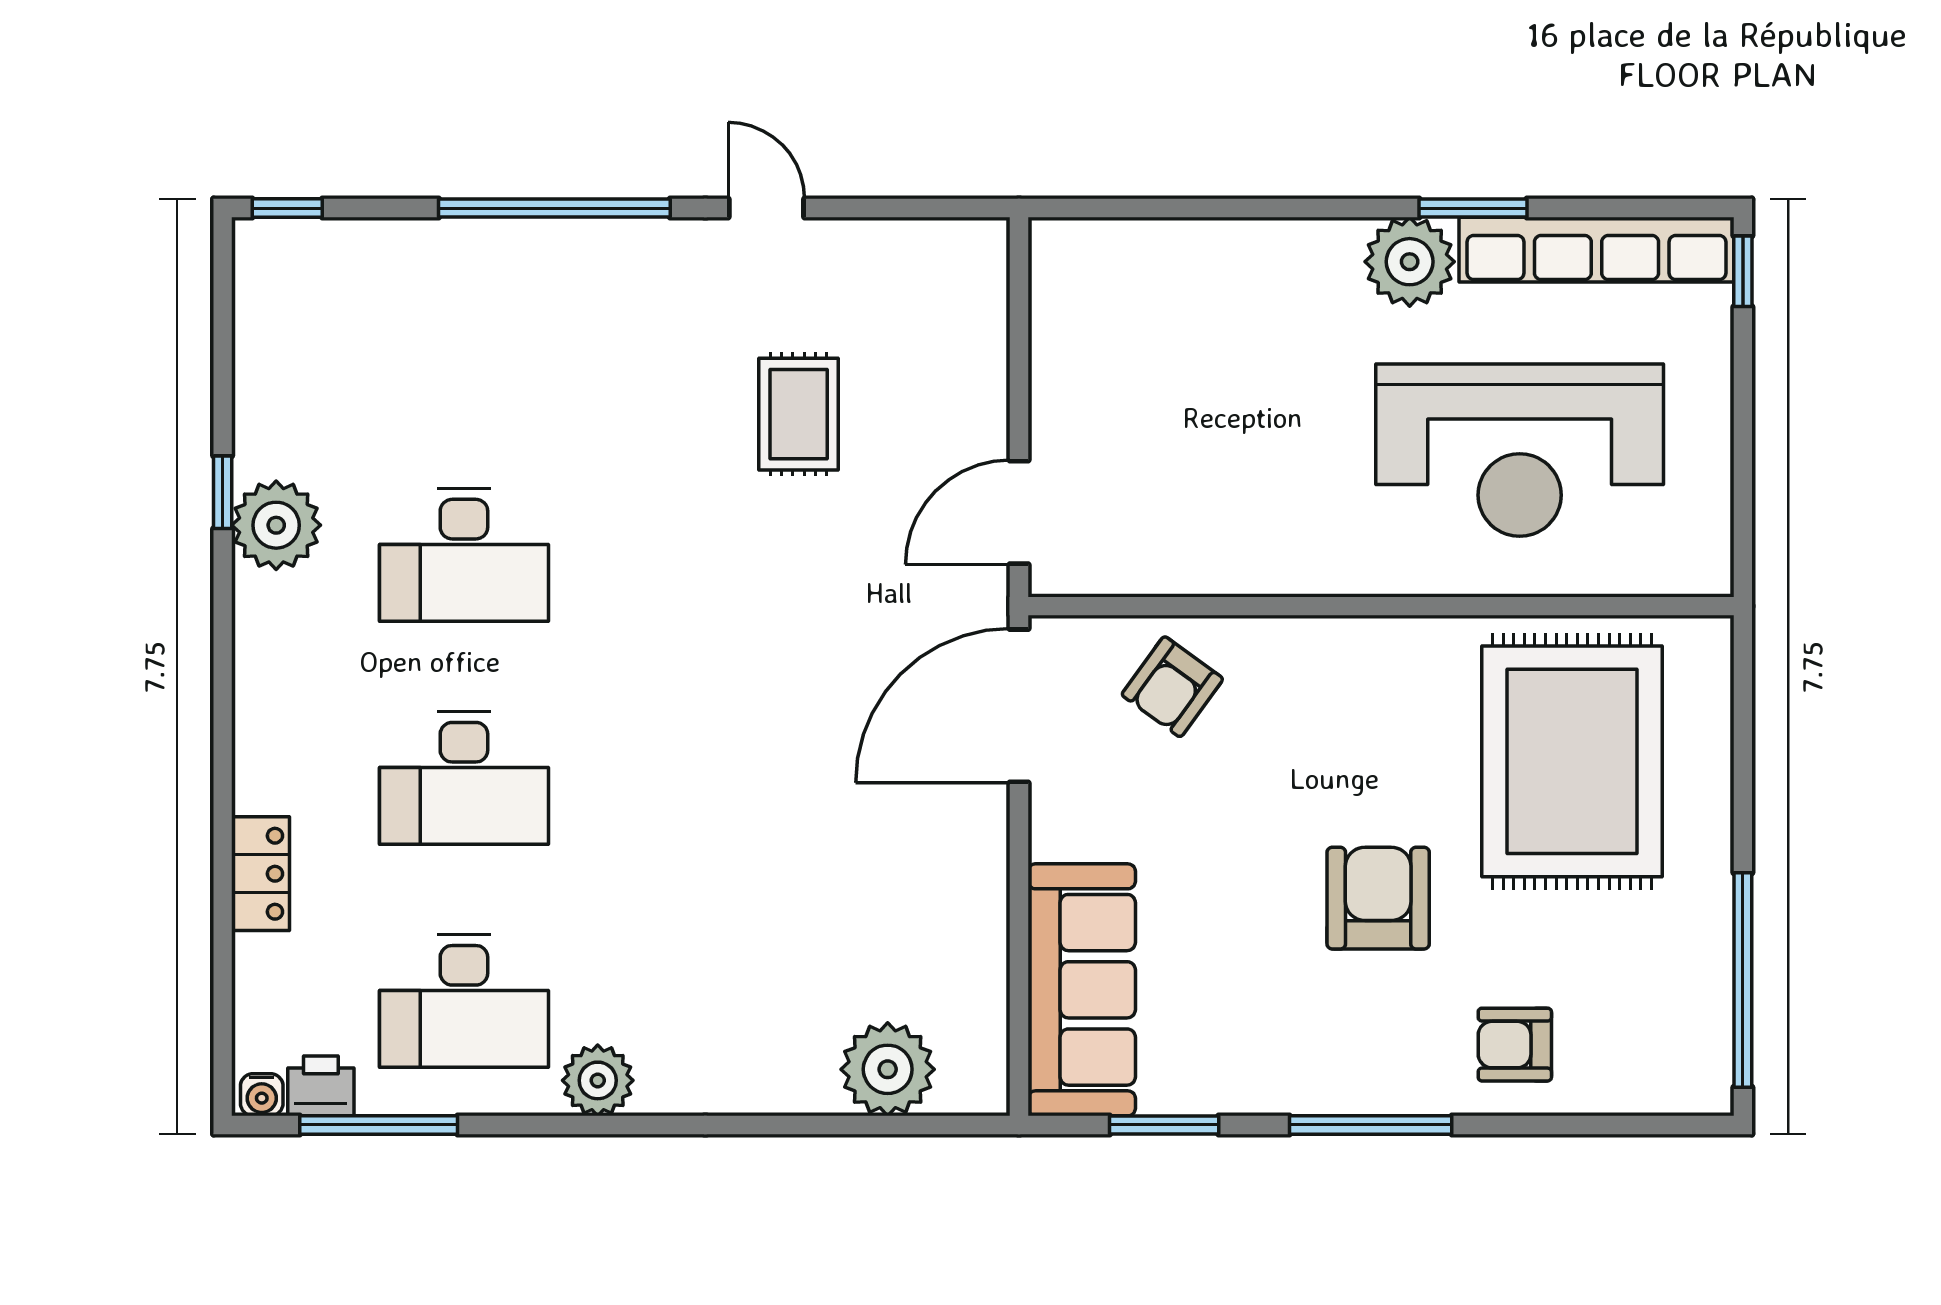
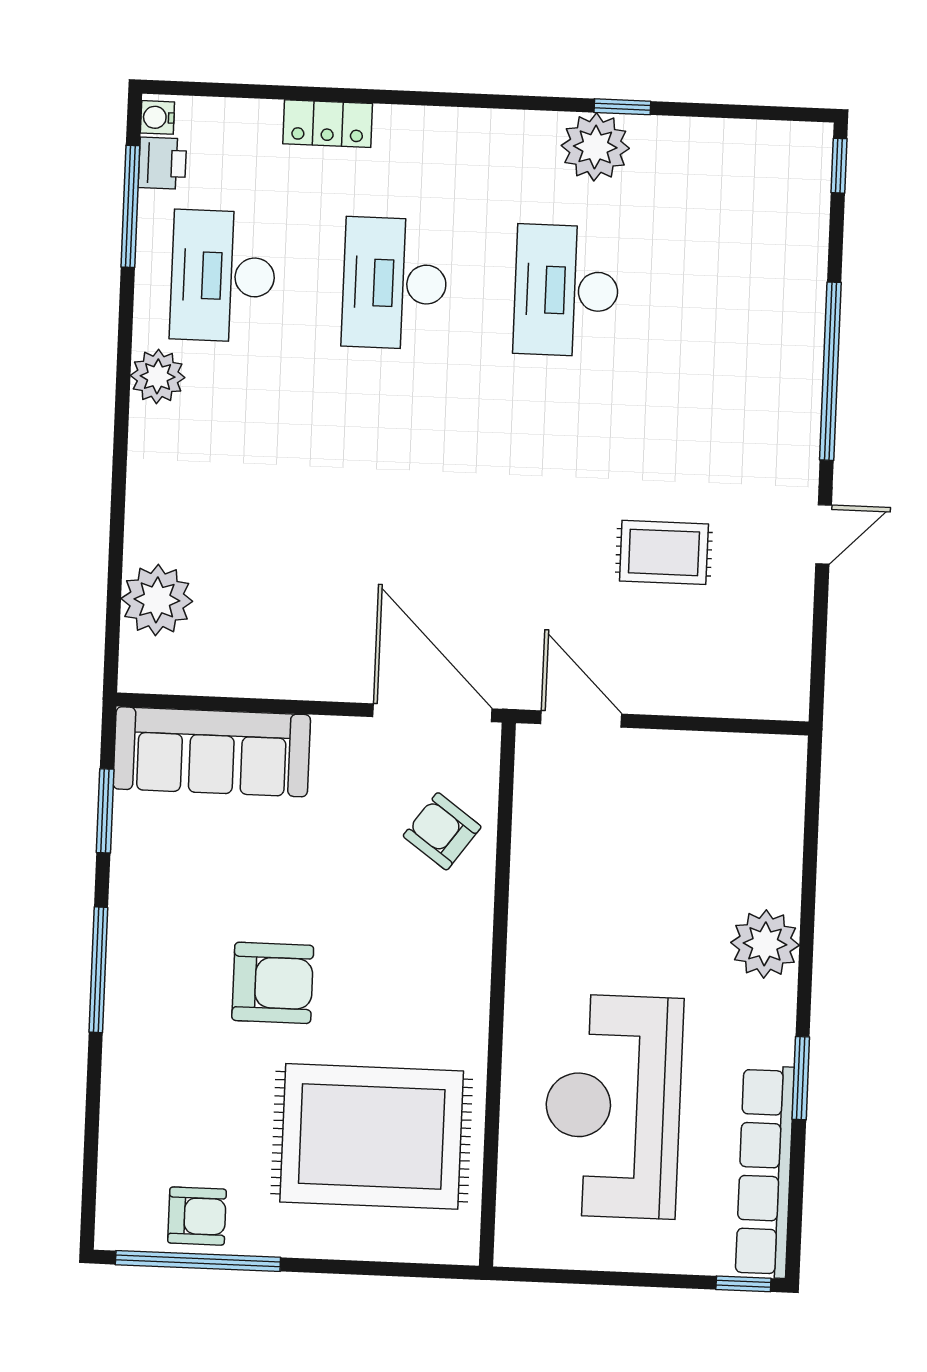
plant: (1410, 262) -> (765, 944), moved
armchair: (1515, 1045) -> (197, 1216), moved, turned 90

